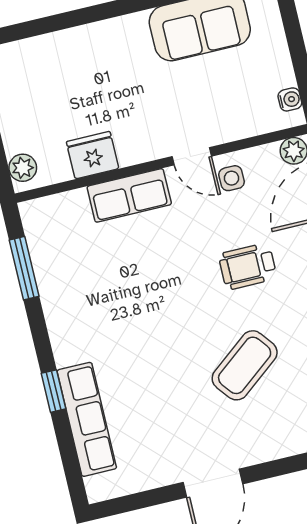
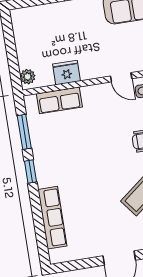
row of seats: (129, 195) -> (59, 100), moved
window: (53, 391) -> (31, 171), moved

